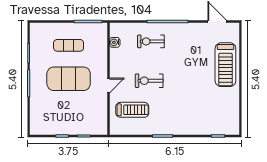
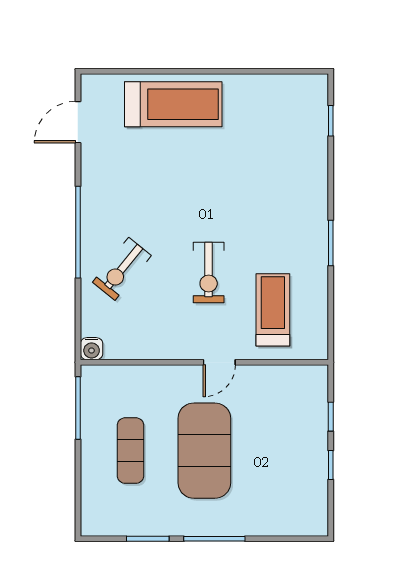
exercise bike: (151, 41) -> (122, 269), turned 39
water cooler: (115, 42) -> (92, 349), moved
door: (109, 86) -> (219, 362), swing flipped

